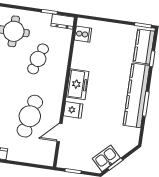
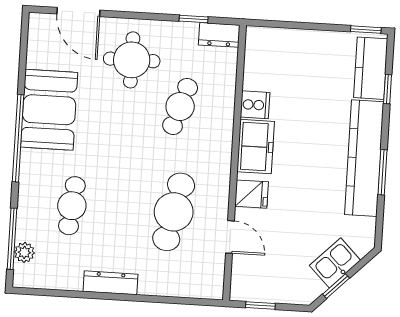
cooker: (83, 34) -> (255, 105), moved
door: (59, 132) -> (230, 237), swing flipped
kitchen sink: (106, 158) -> (335, 263), moved

